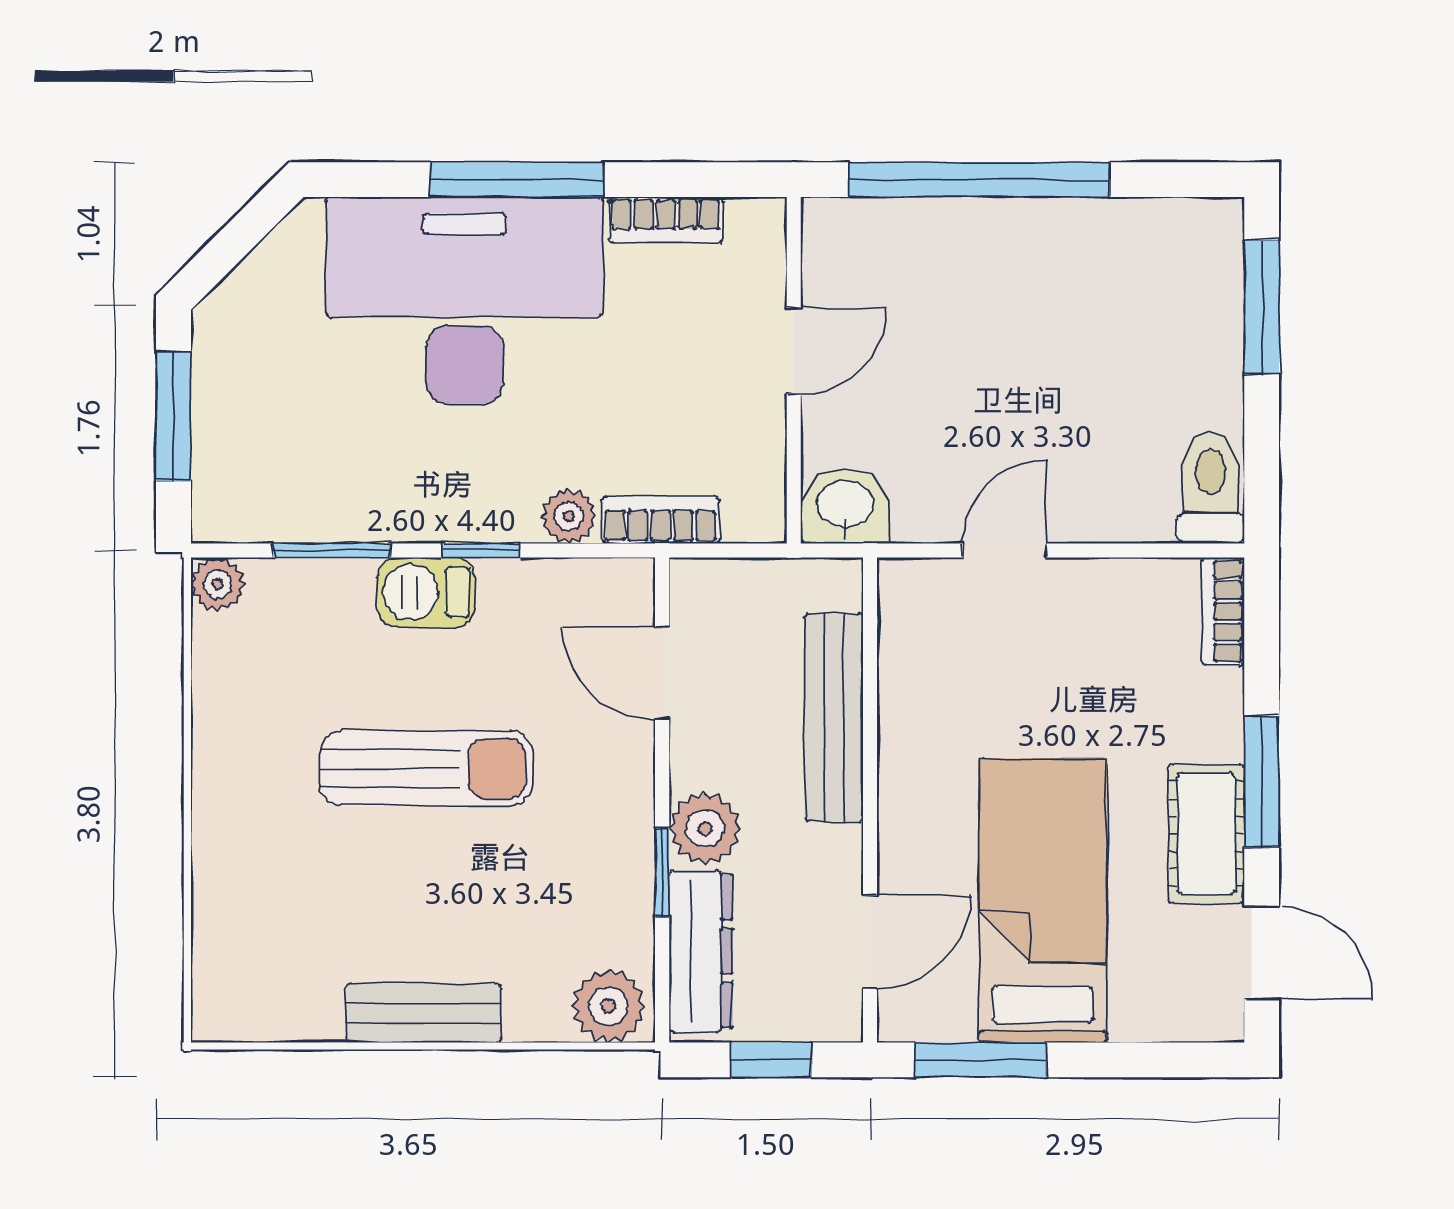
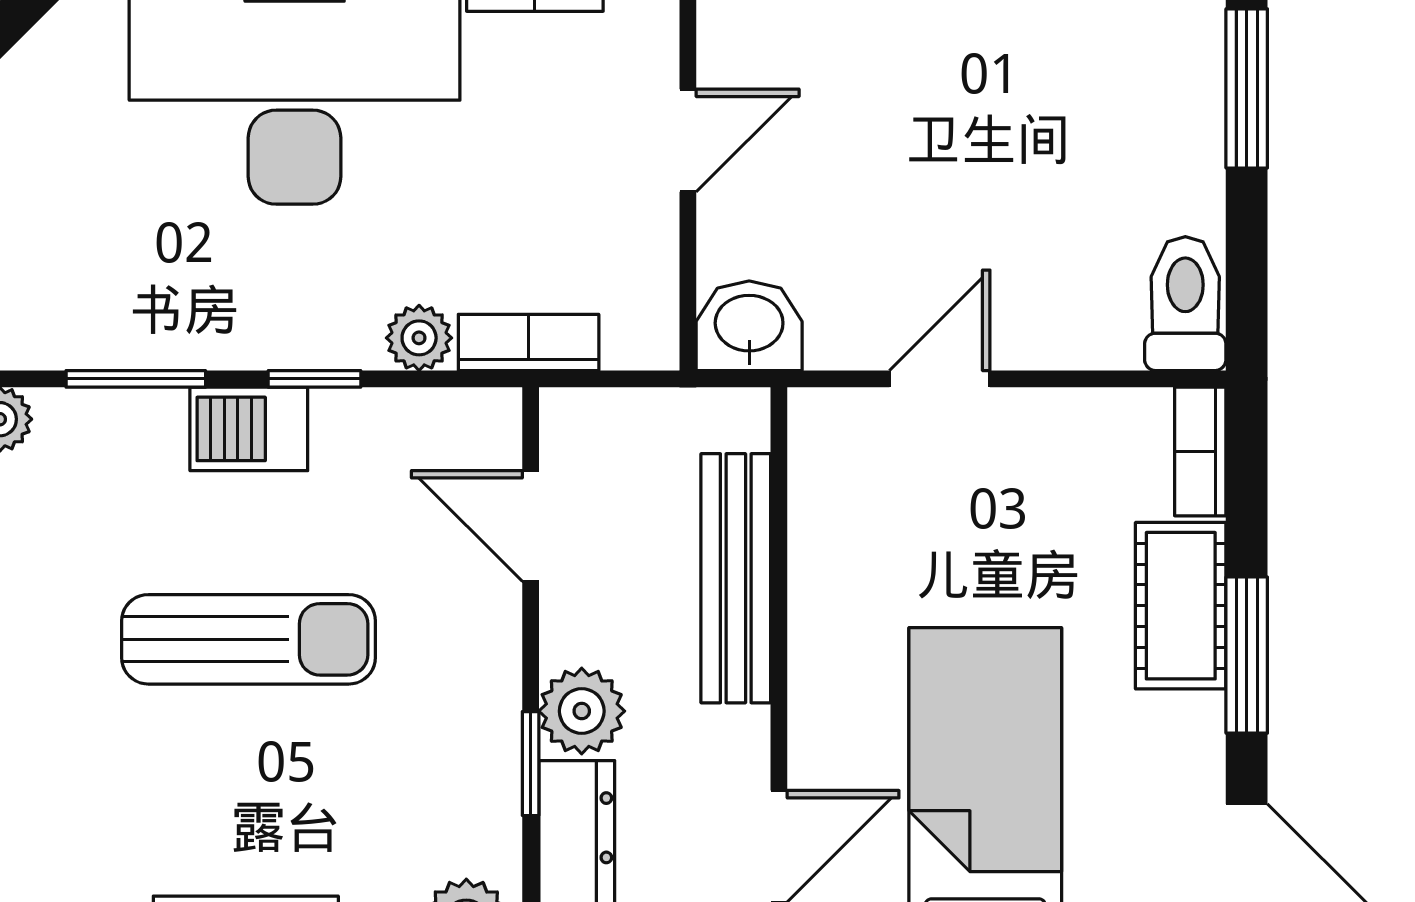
cot: (1206, 834) -> (1181, 606), moved

